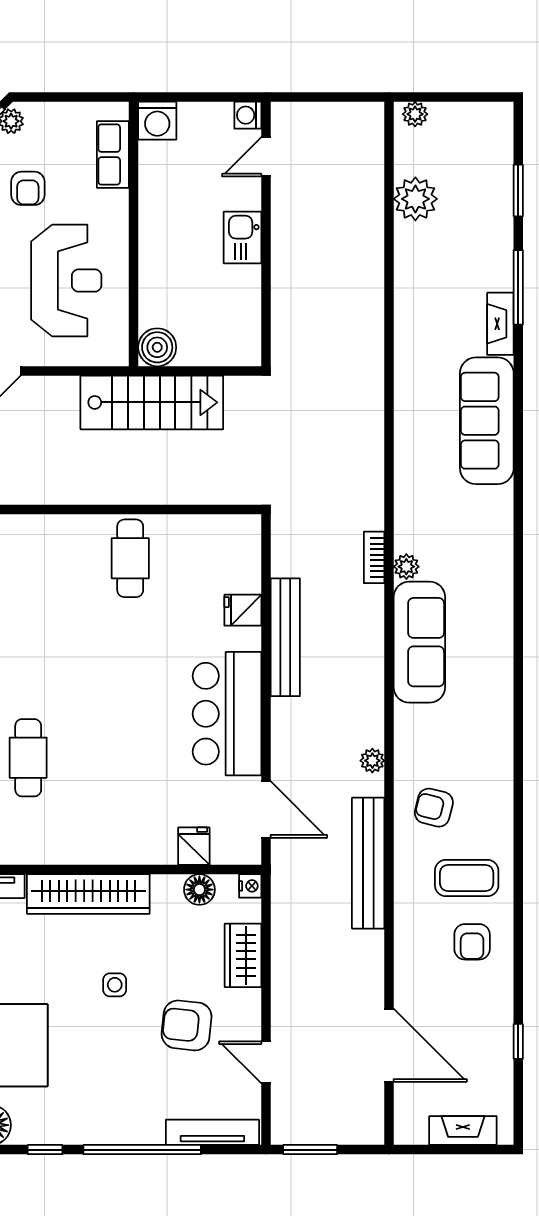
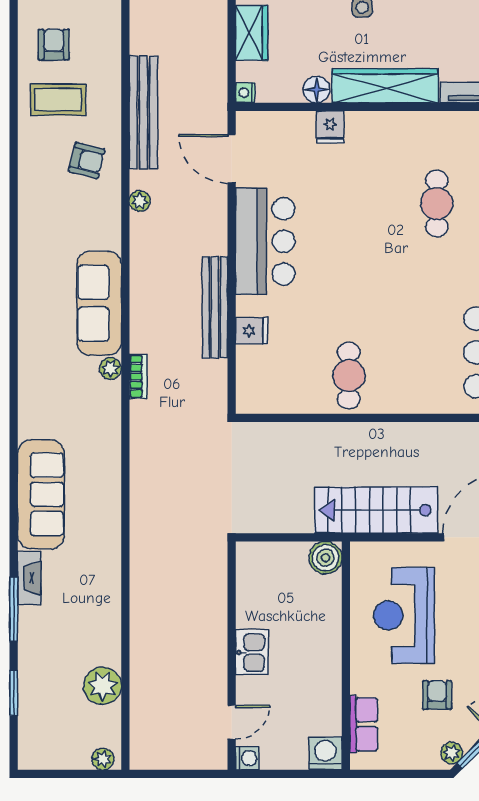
stairs: (152, 402) -> (376, 510), moved
fridge: (194, 846) -> (330, 127), moved
floor lamp: (199, 890) -> (316, 90), moved

